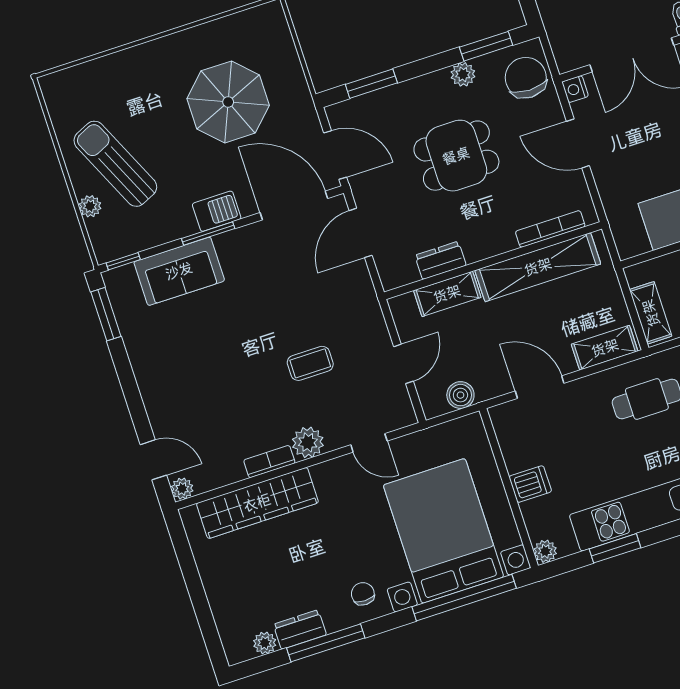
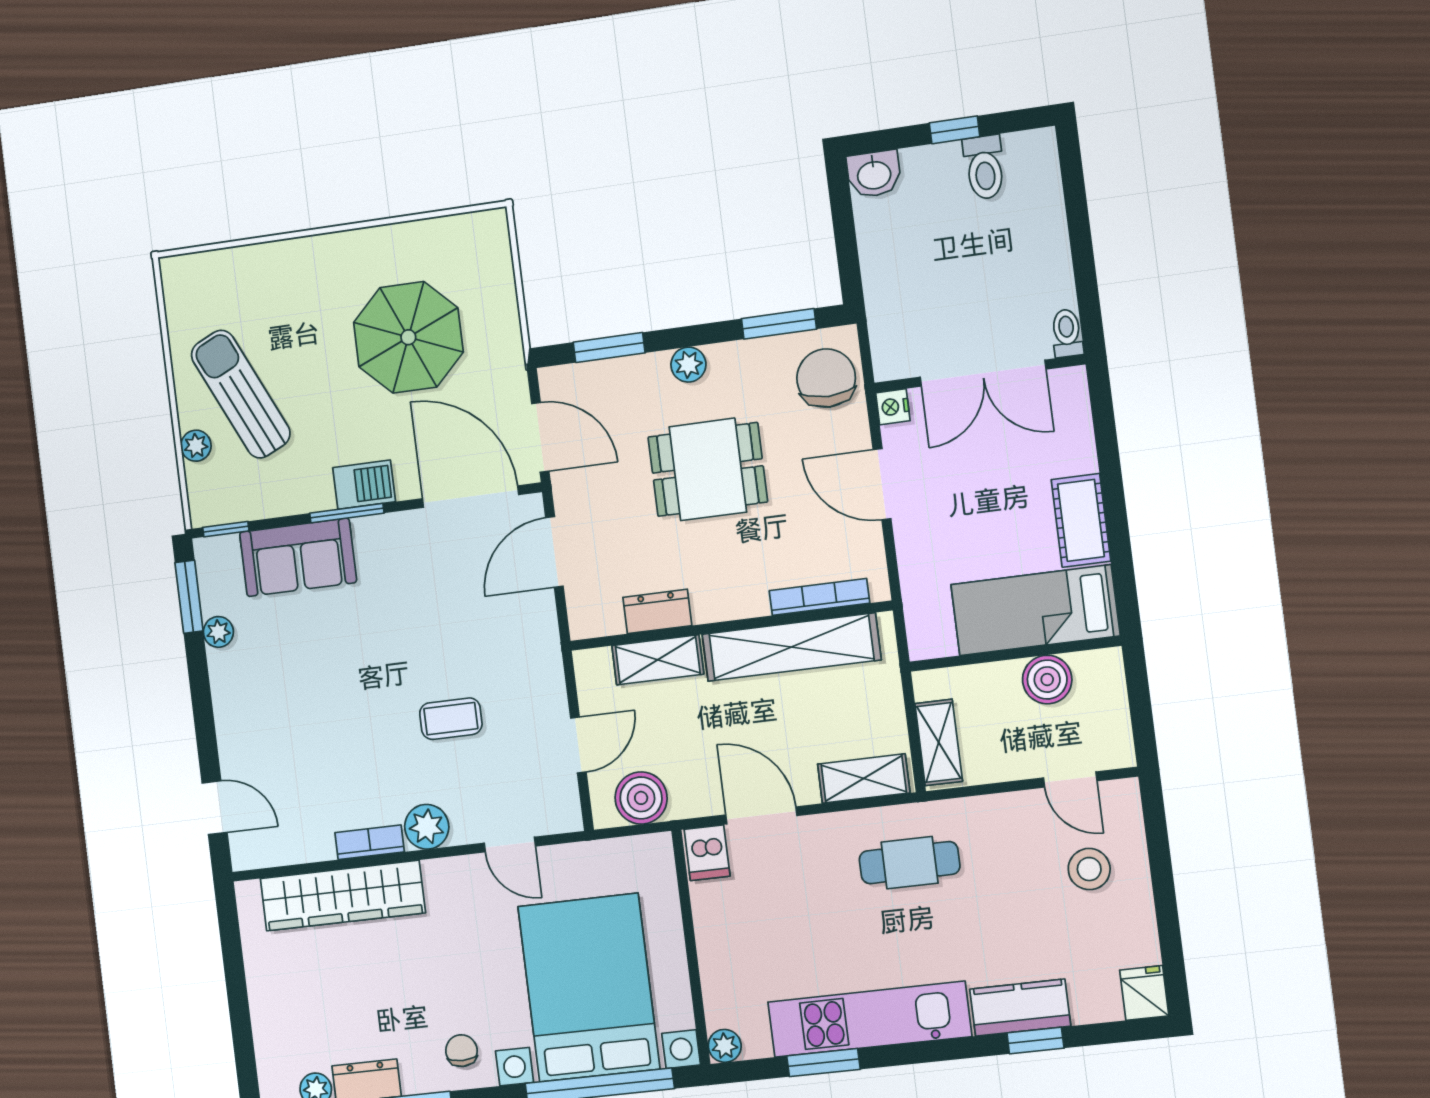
plant: (463, 74) -> (688, 365), moved
boiler: (460, 395) -> (641, 798), width x1.36, depth x1.36
dishwasher: (530, 484) -> (707, 853), moved, turned 90
plant: (182, 489) -> (218, 632), moved

